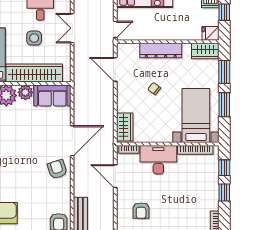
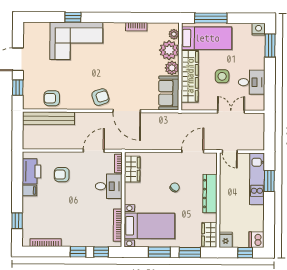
wardrobe: (125, 127) -> (132, 169), moved, turned -90
desk: (158, 160) -> (109, 186), width x0.73

